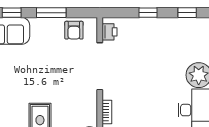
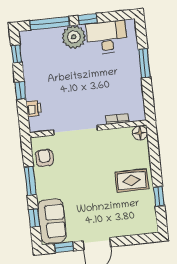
armchair: (74, 30) -> (44, 158), turned -90
printer: (110, 32) -> (34, 108), moved, turned 90

